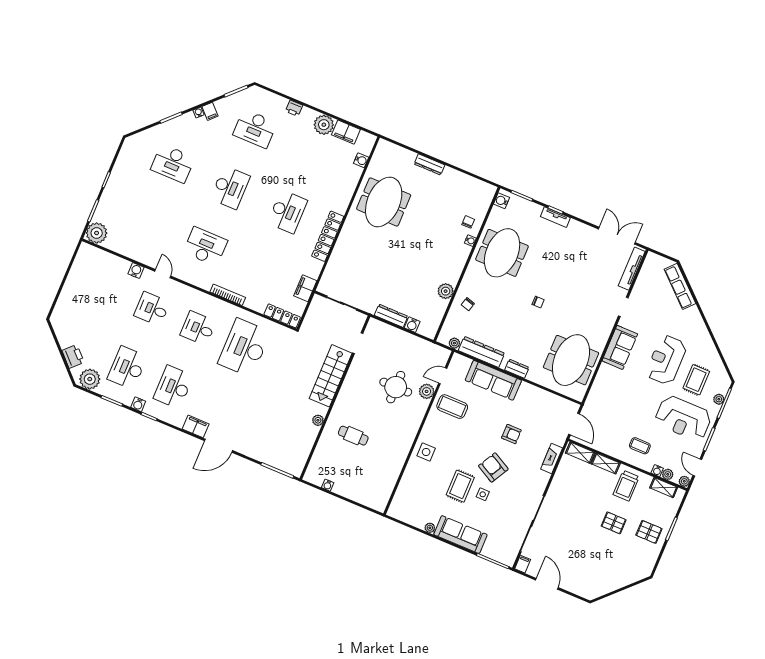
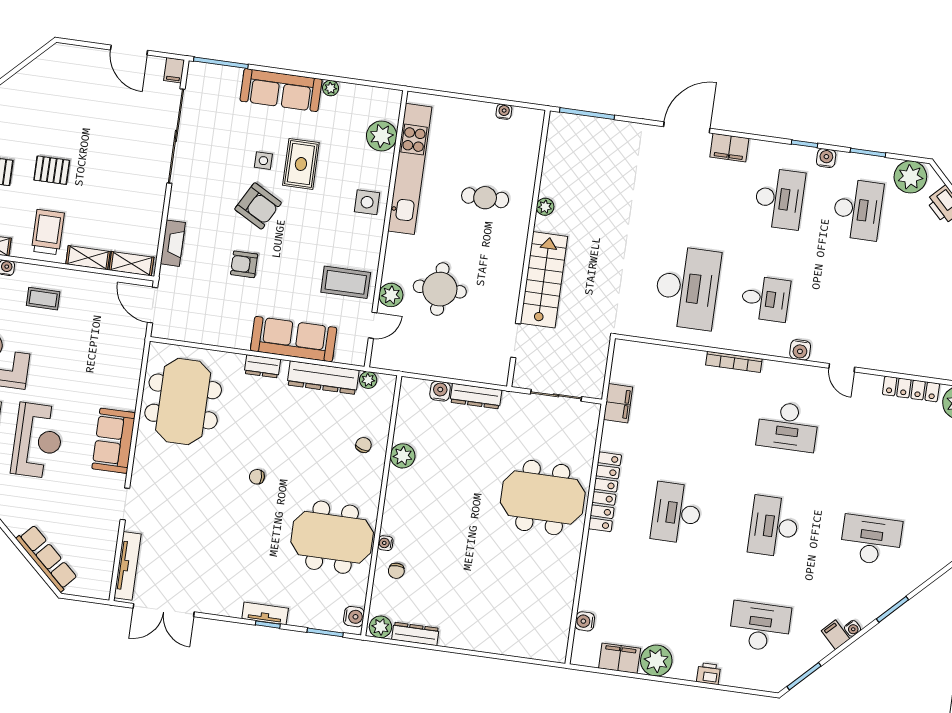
dresser: (429, 164) -> (415, 634), moved
plant: (487, 190) -> (380, 627), added
meeting table: (384, 202) -> (543, 498), moved, turned 90
meeting table: (502, 253) -> (332, 537), turned 90
water cooler: (136, 271) -> (800, 350), moved
desk: (152, 309) -> (844, 310), removed
locker: (282, 316) -> (911, 389), moved
kitchen unit: (394, 465) -> (410, 169), added
plant: (406, 490) -> (382, 136), added

